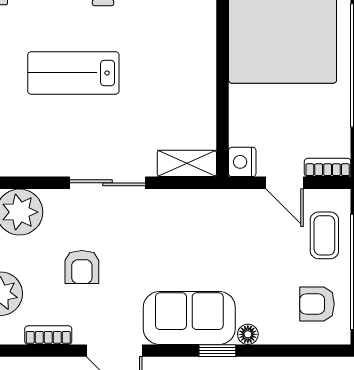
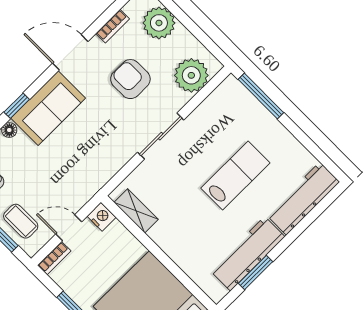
shelving: (187, 163) -> (136, 211), moved, turned 90
armchair: (82, 267) -> (130, 79), width x1.38, depth x1.38

